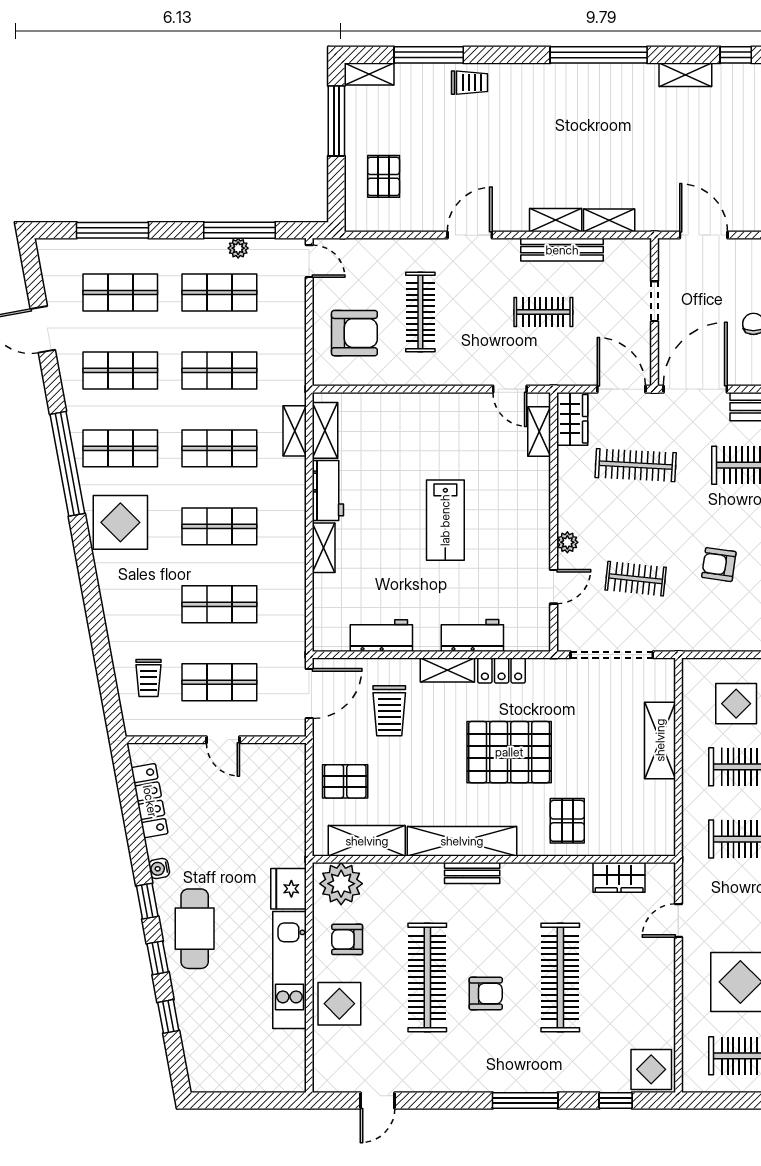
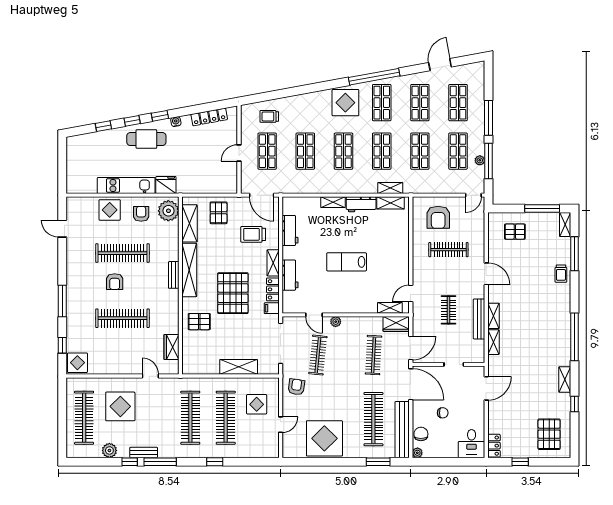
window: (112, 230) -> (489, 118), moved
armchair: (719, 565) -> (296, 387), moved
clothes rail: (636, 579) -> (318, 355), width x1.36
filing cabinet: (540, 673) -> (272, 308), added

